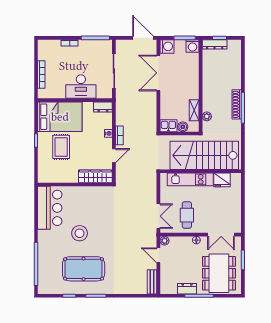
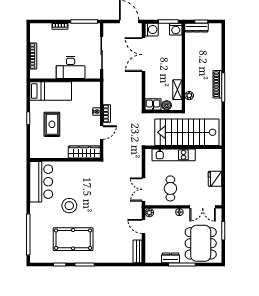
dresser: (103, 107) -> (91, 87), removed
bed: (60, 117) -> (51, 91), width x0.67
fridge: (222, 180) -> (215, 179), moved, turned 90
double door: (158, 216) -> (144, 189), swing flipped

